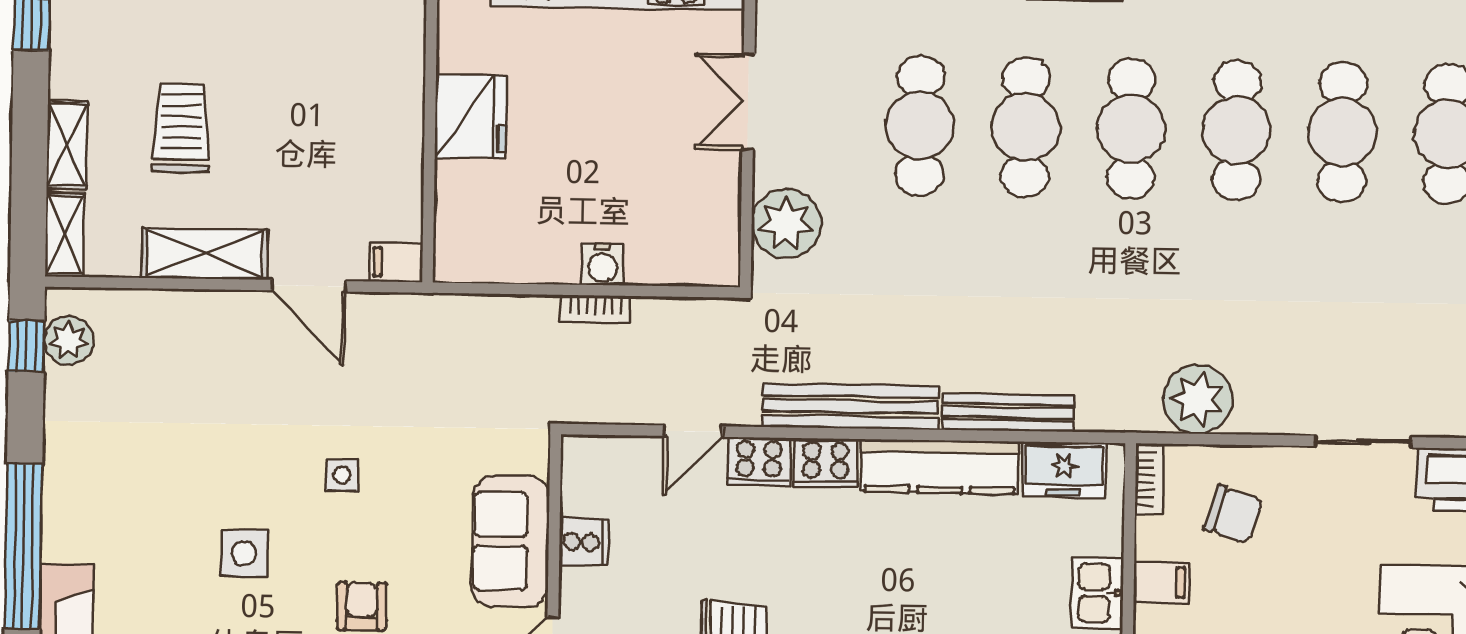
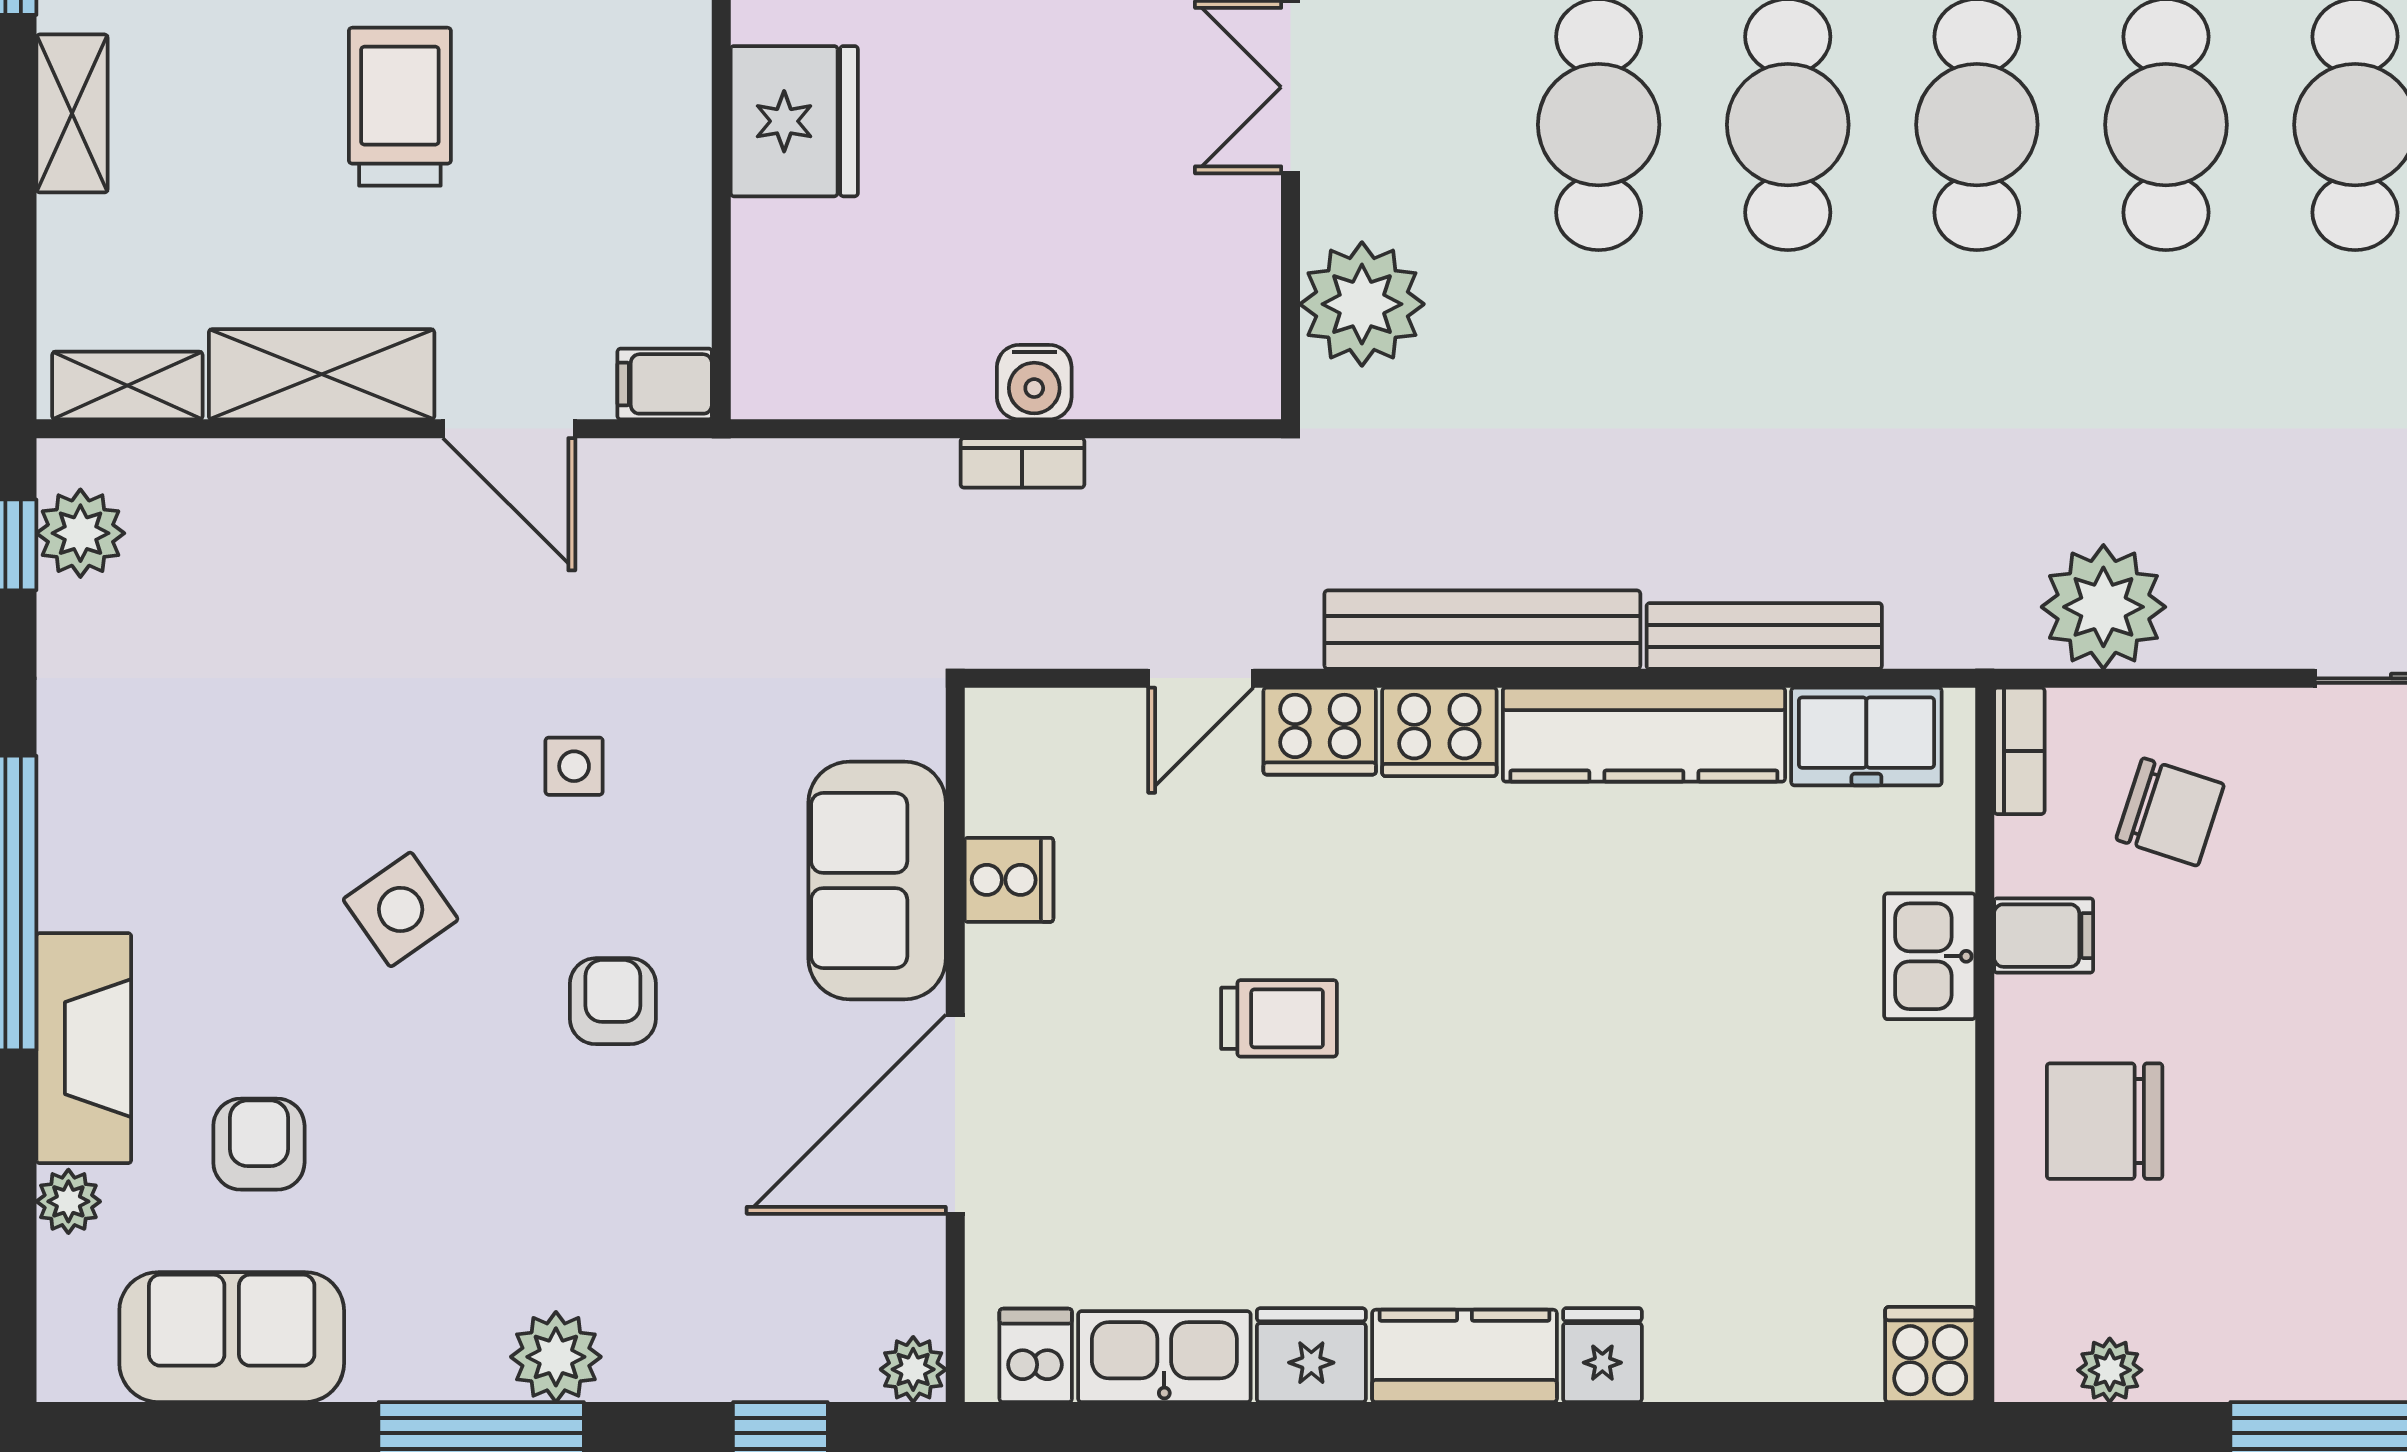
trolley: (182, 128) -> (400, 107), moved
shelving: (67, 145) -> (72, 113), moved
shelving: (65, 235) -> (127, 386), moved, turned 90
side table: (244, 553) -> (401, 909), turned -35

